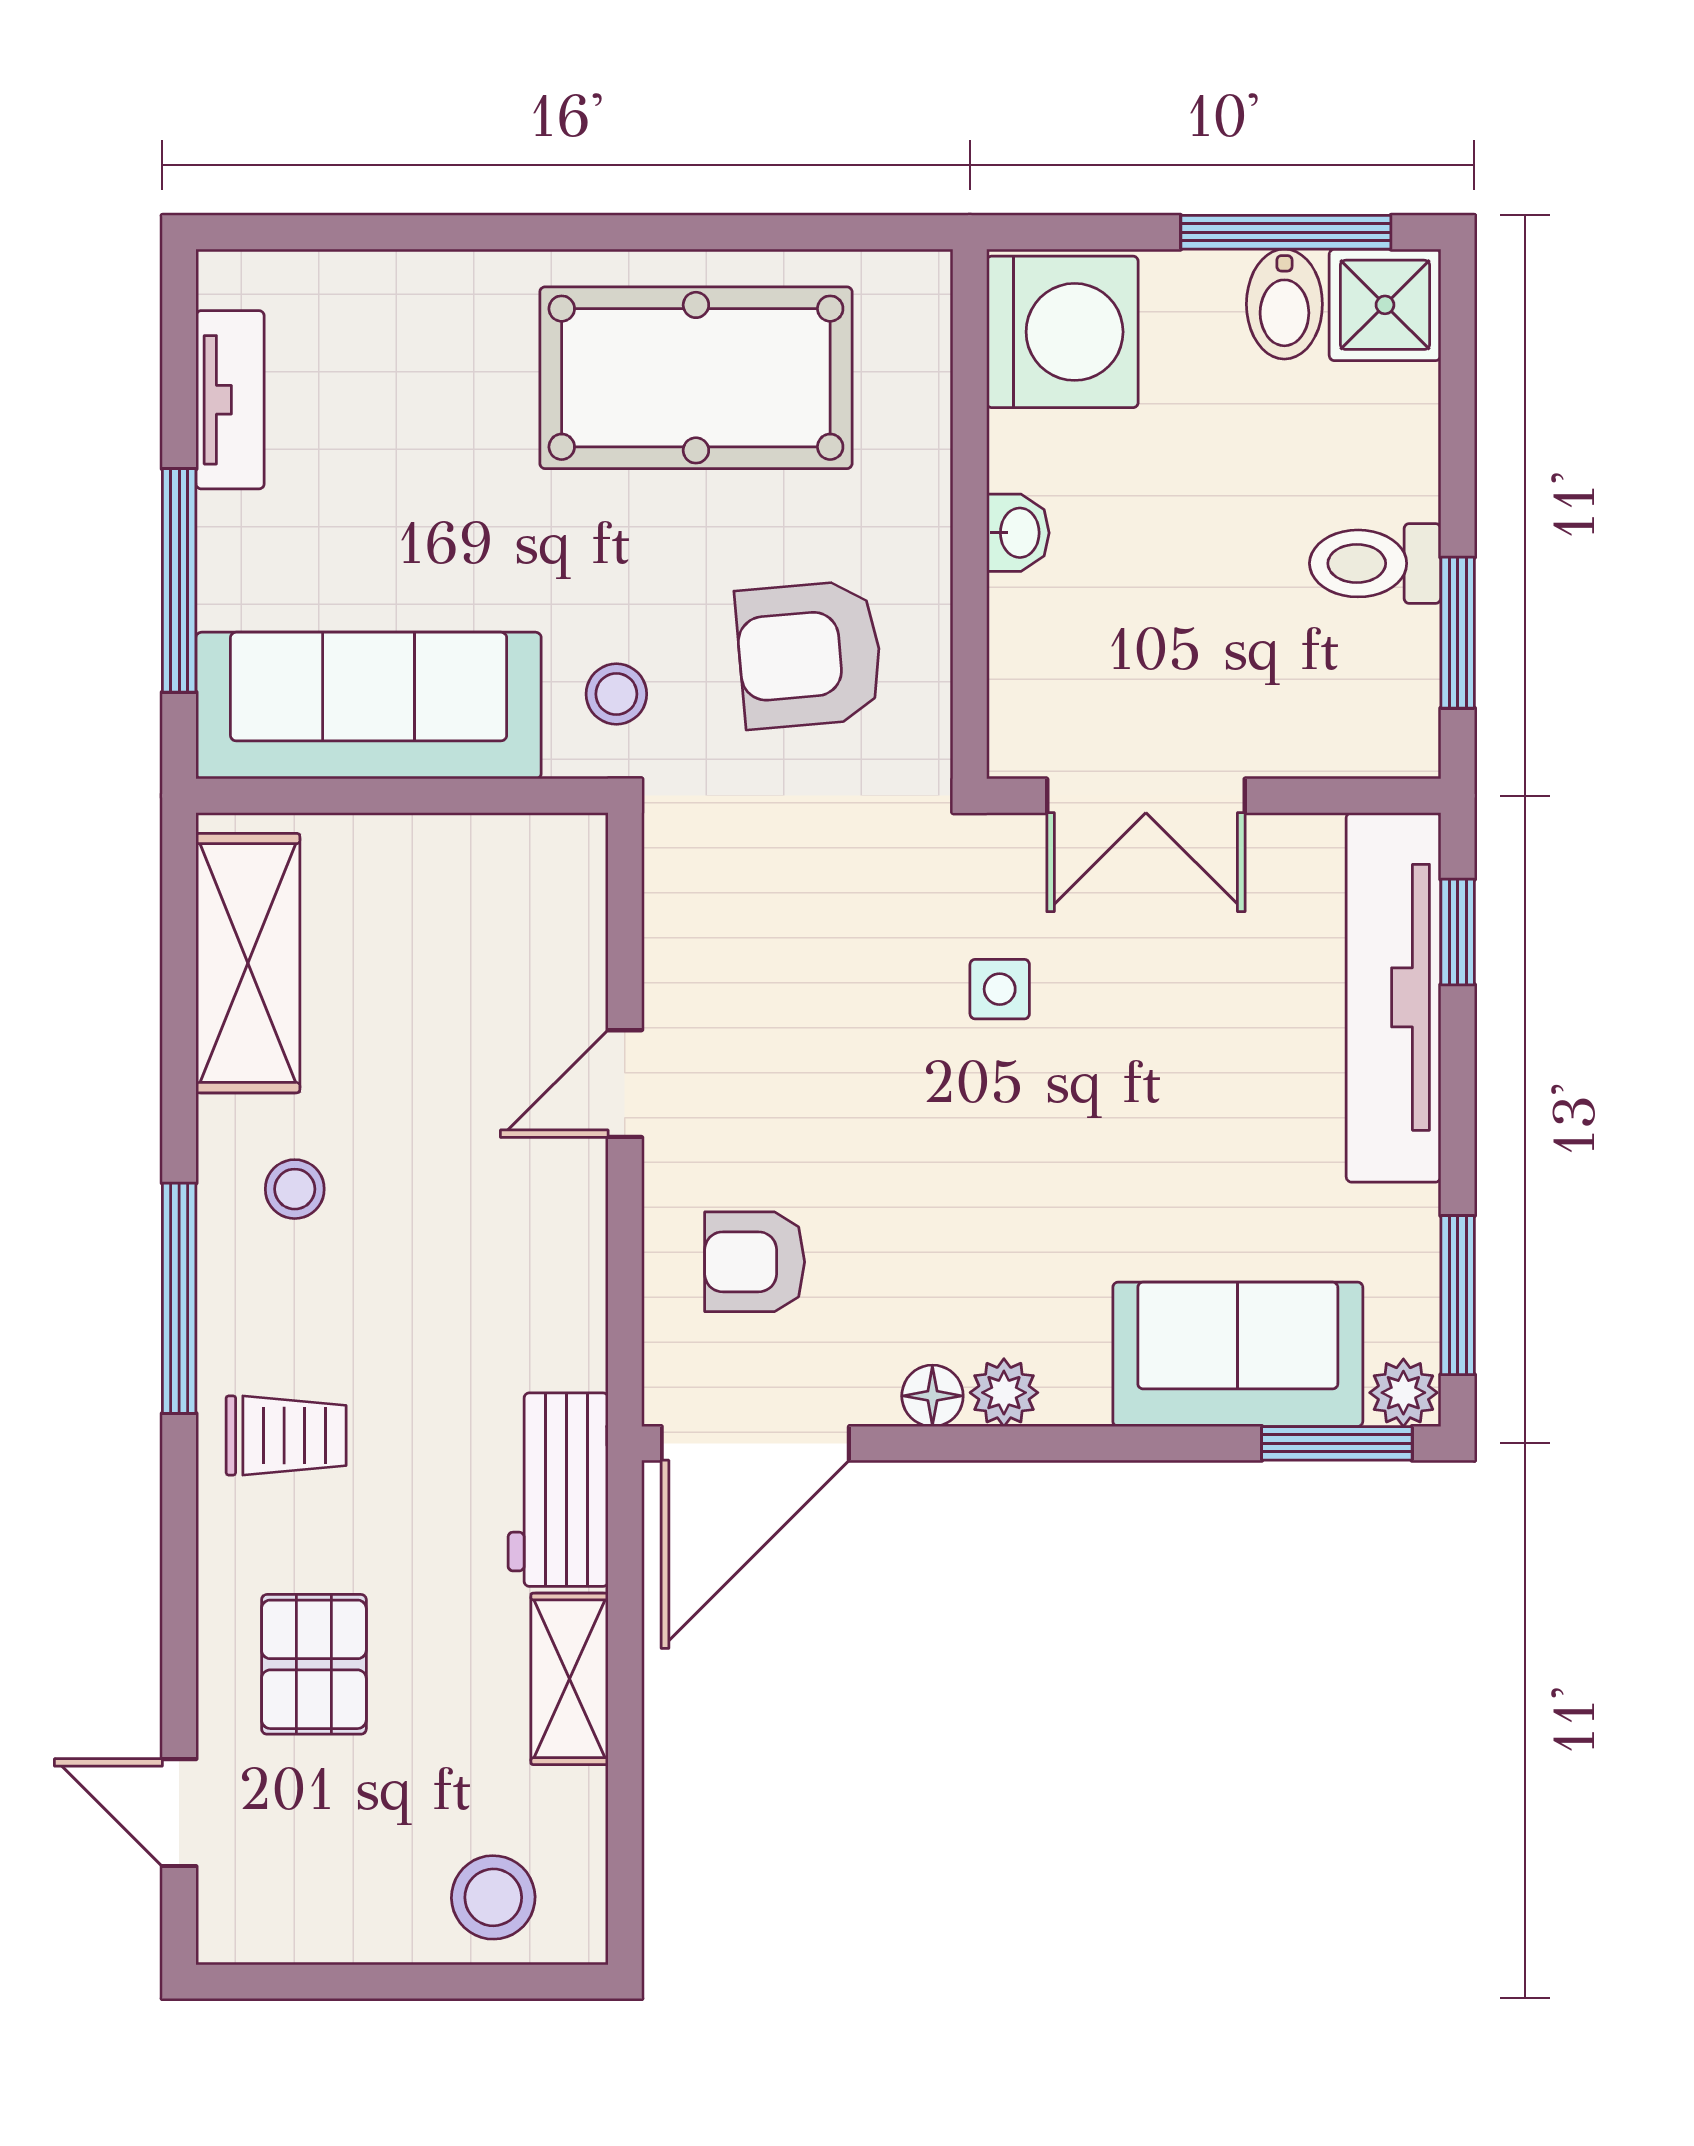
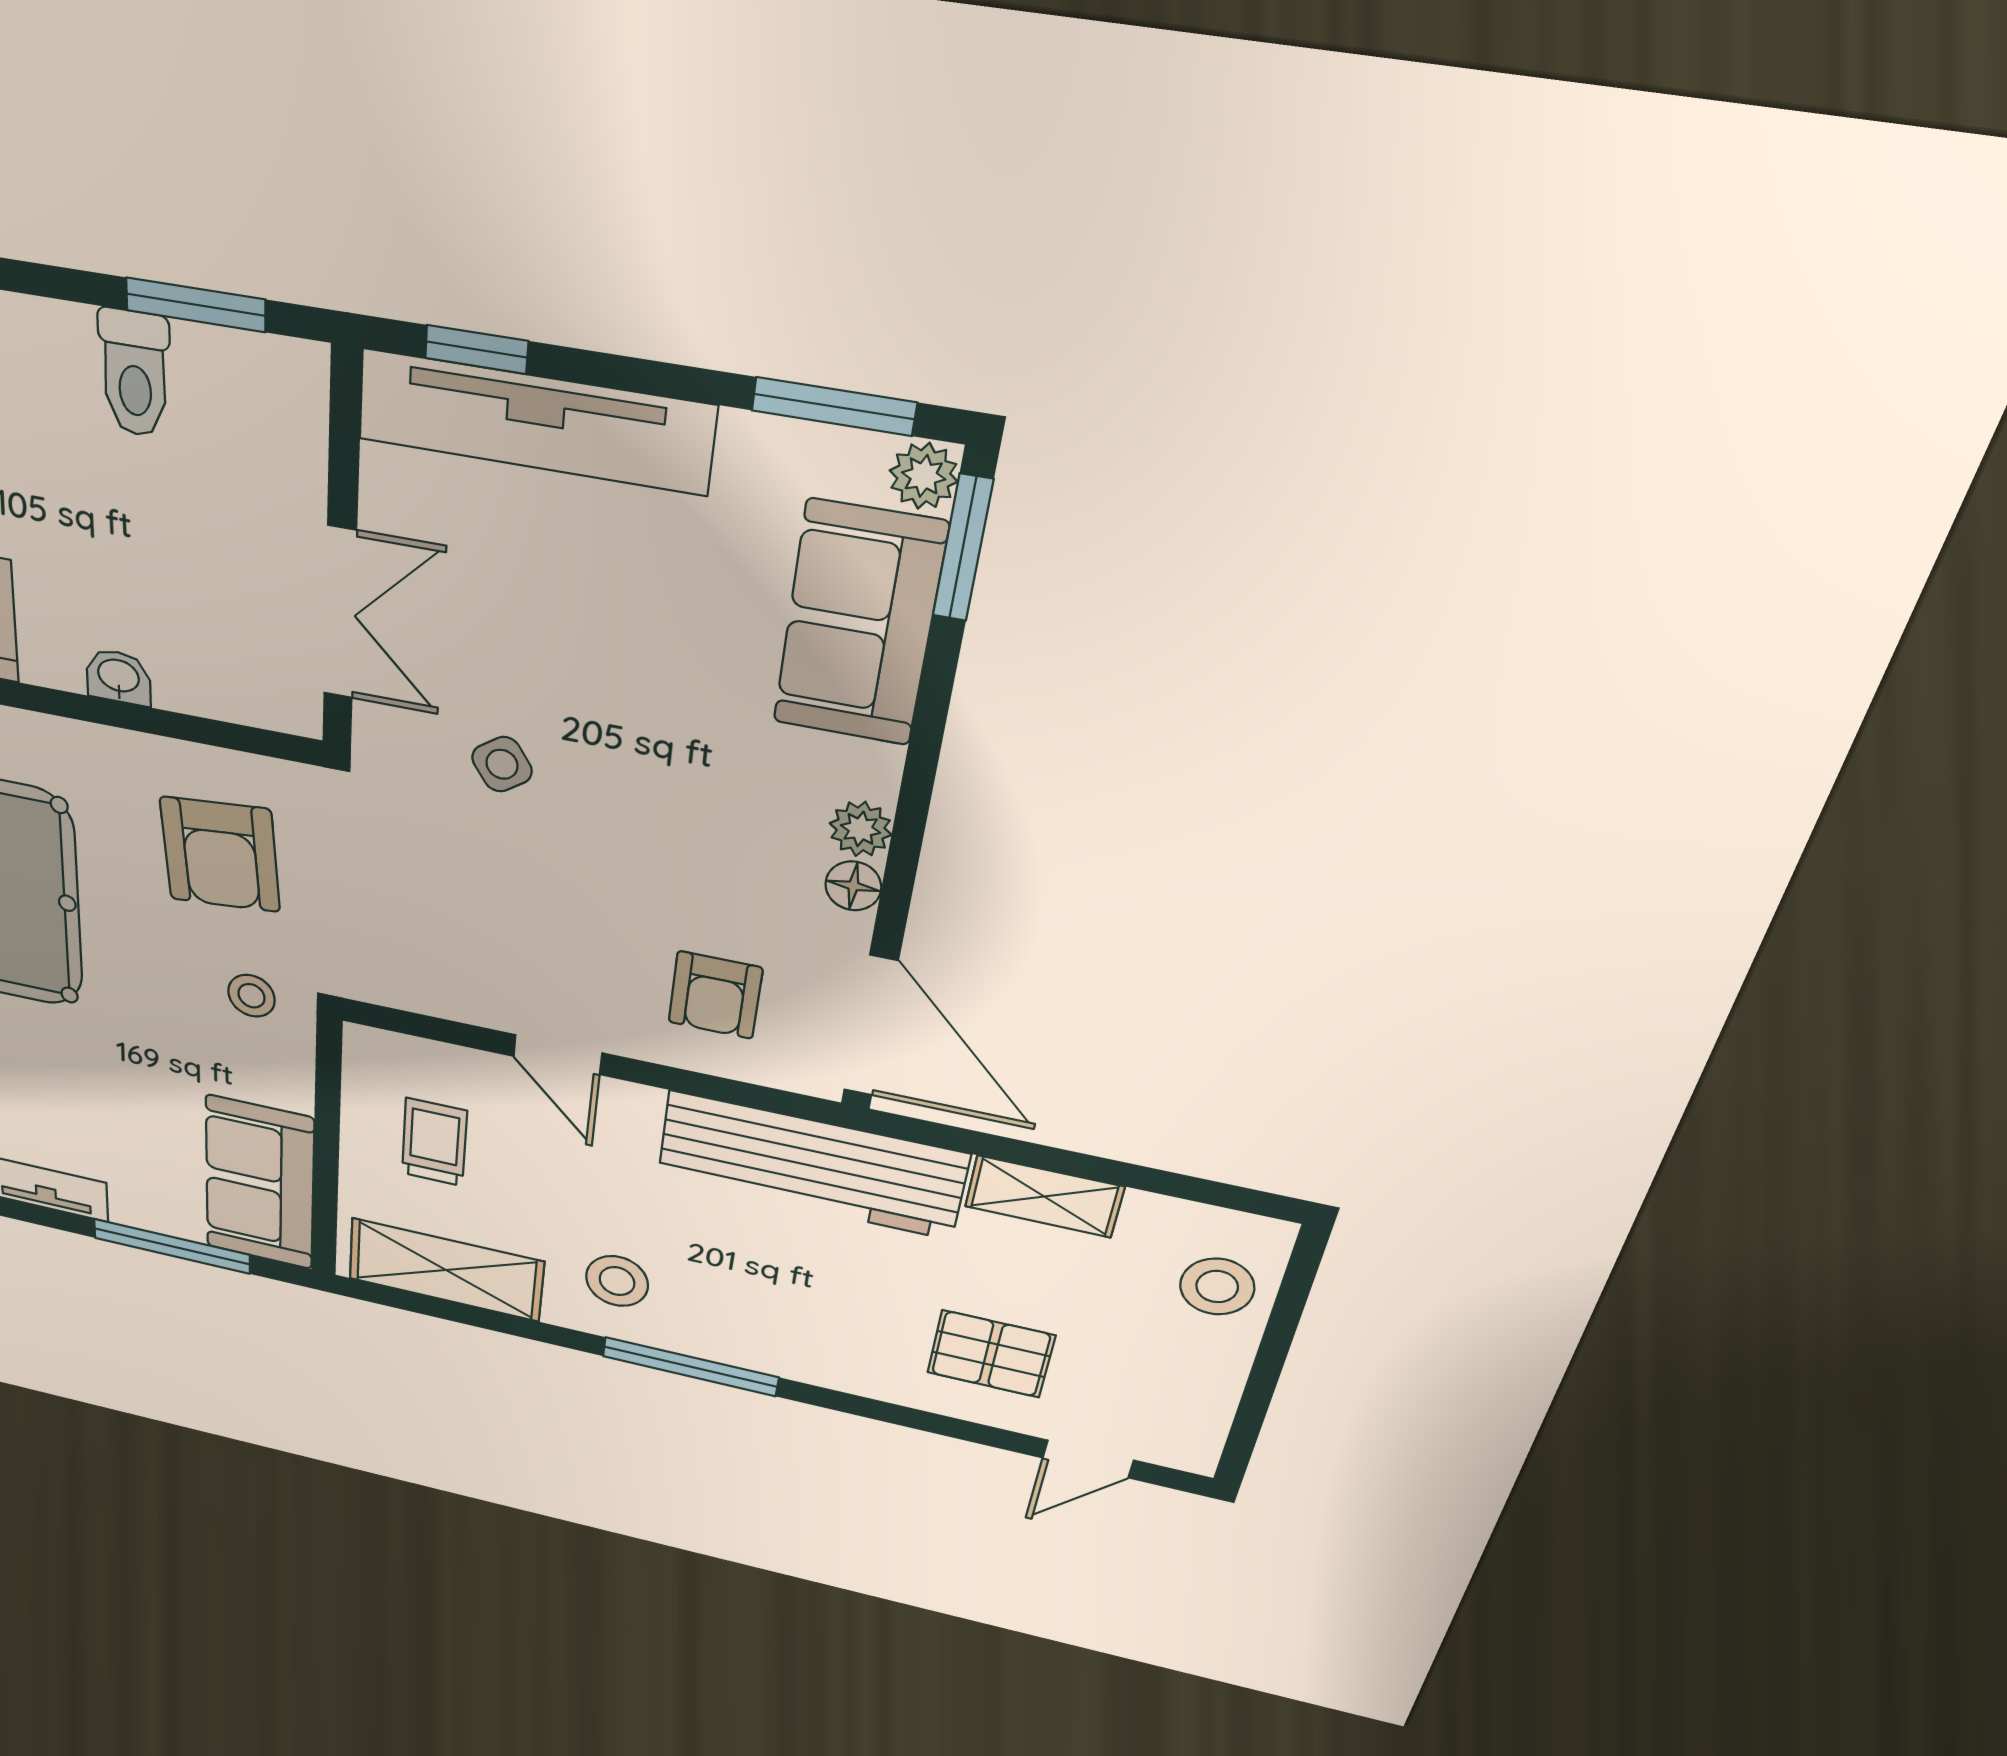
sofa: (369, 706) -> (260, 1183), width x0.73
side table: (1000, 989) -> (502, 764), turned -35
stool: (295, 1189) -> (617, 1281), width x1.37, depth x1.37
trolley: (286, 1435) -> (434, 1142), moved
workbench: (558, 1490) -> (811, 1165), width x1.88, depth x1.32

